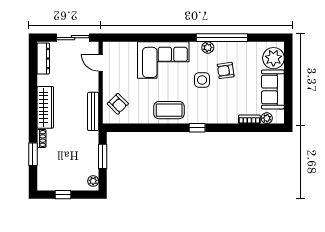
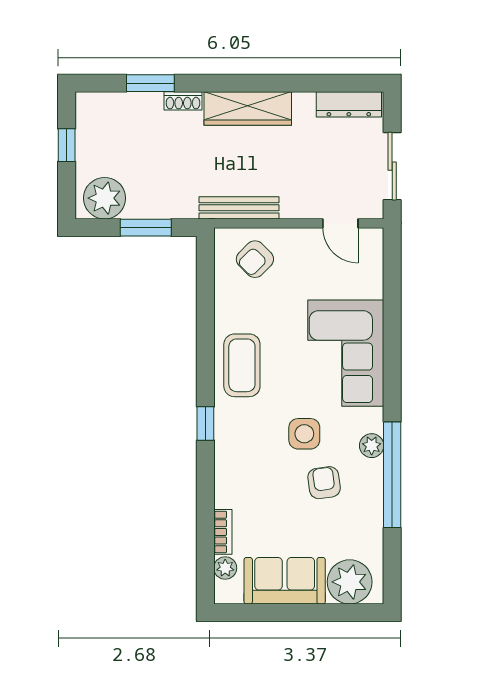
door: (101, 63) -> (340, 223), swing flipped
plant: (93, 181) -> (105, 198), width x1.88, depth x1.88

